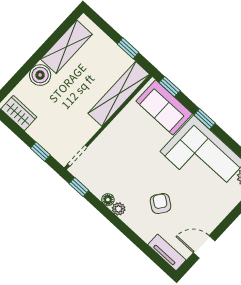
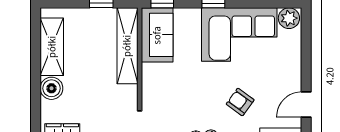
sofa: (164, 107) -> (157, 35), moved, turned -90

